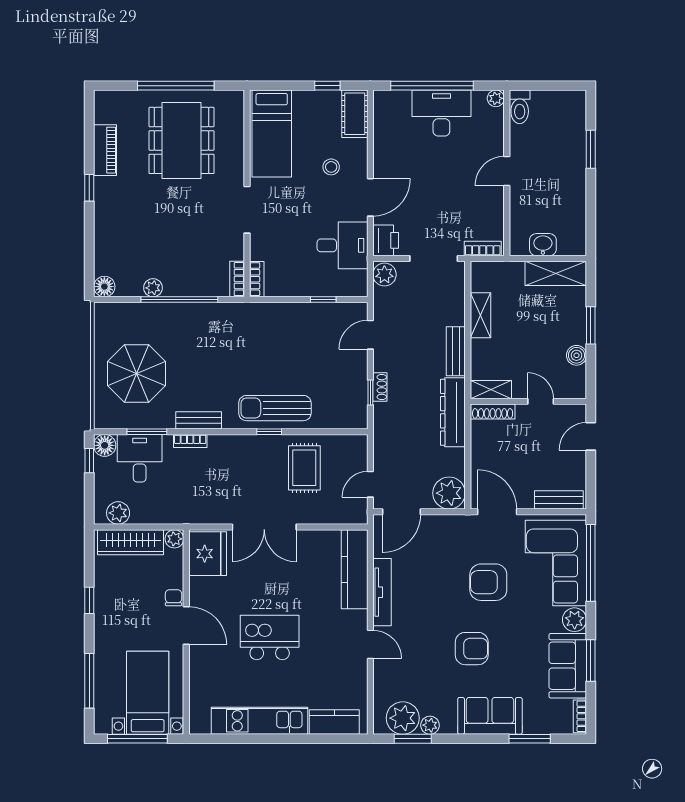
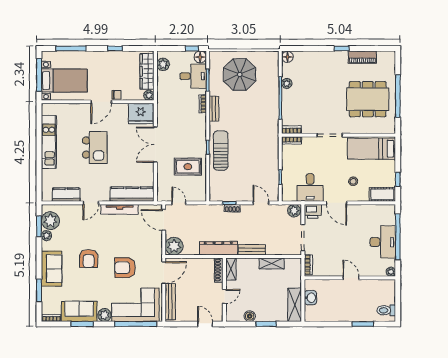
toilet: (520, 107) -> (386, 310), moved
bench: (559, 500) -> (170, 302), width x1.36
armchair: (488, 582) -> (125, 268), turned -90
kitchen counter: (334, 722) -> (66, 195), moved, turned -90

